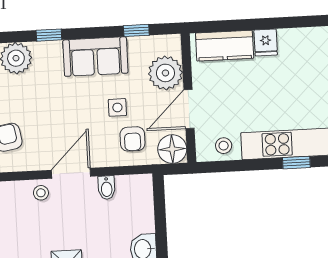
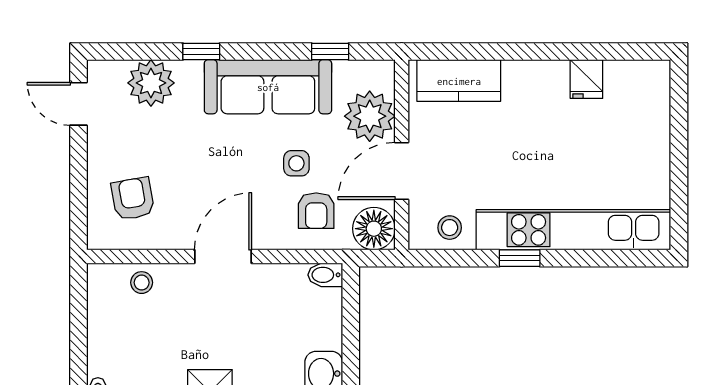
fridge: (266, 42) -> (586, 79), moved
sofa: (95, 57) -> (268, 87), width x1.36
window: (296, 163) -> (520, 258), moved
bidet: (107, 188) -> (325, 275), moved, turned 90
stool: (41, 193) -> (142, 283), moved

